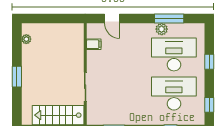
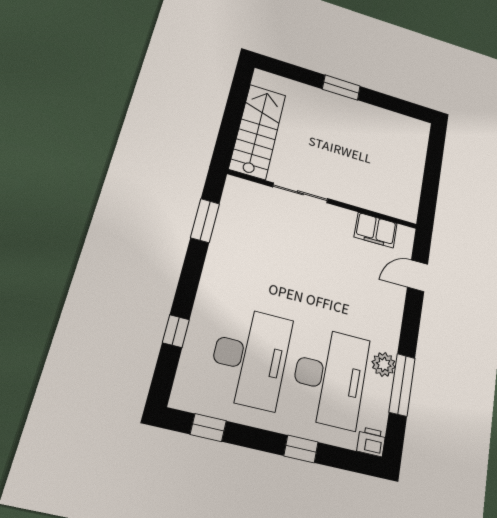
printer: (199, 29) -> (371, 442), added
plant: (26, 39) -> (403, 122), removed
filing cabinet: (94, 44) -> (376, 230), width x2.00

